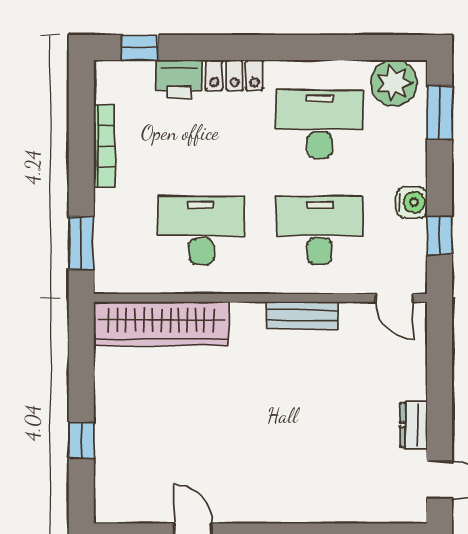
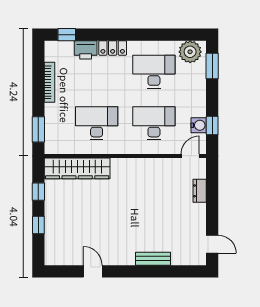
water cooler: (412, 202) -> (199, 125), moved
door: (394, 298) -> (190, 156), swing flipped
bench: (302, 315) -> (153, 259), moved
window: (81, 372) -> (38, 192), added
dresser: (414, 425) -> (200, 191), moved

